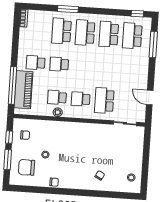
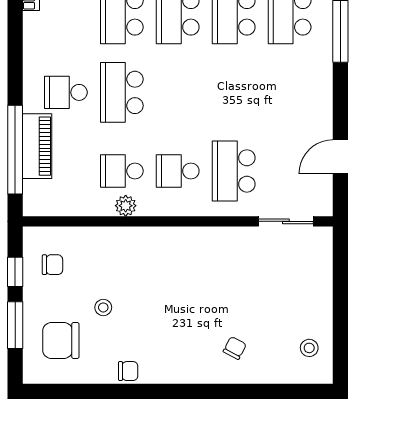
school desk: (59, 64) -> (122, 92), width x1.85
piano: (24, 90) -> (37, 146), width x0.73, depth x0.75
door: (150, 98) -> (340, 157), hinge flipped

